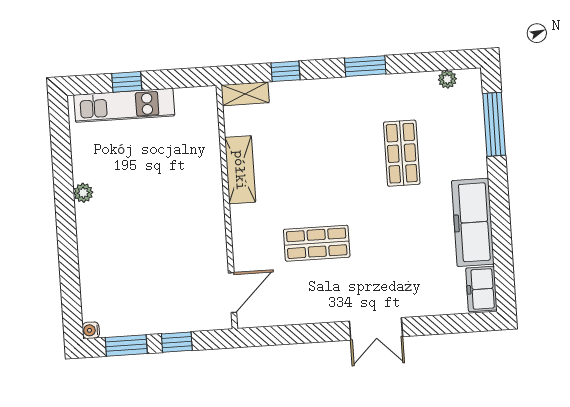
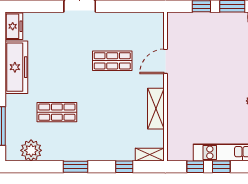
window: (169, 79) -> (195, 167), added
plant: (447, 79) -> (31, 150), width x1.88, depth x1.88
shop shelf: (402, 153) -> (57, 112), turned 90
door: (233, 293) -> (165, 61), moved

